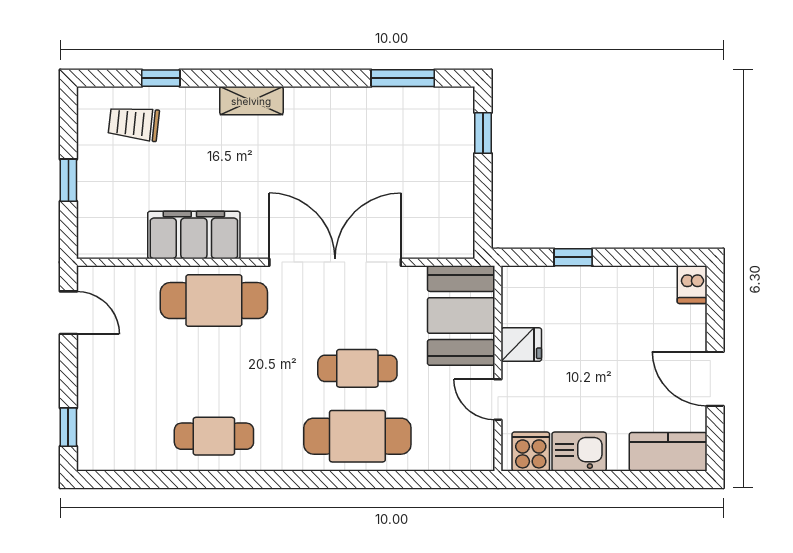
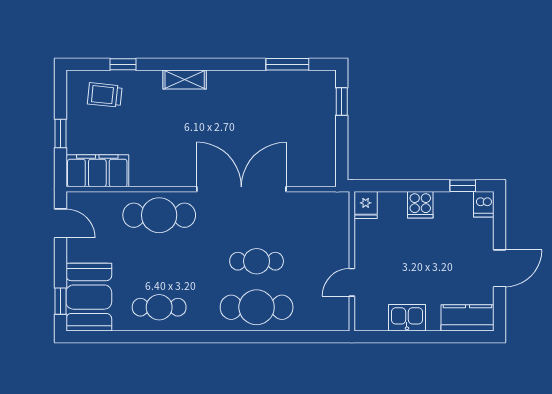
filing cabinet: (194, 235) -> (97, 171), moved
window: (573, 257) -> (463, 186), moved
booth: (461, 315) -> (89, 297), moved
fridge: (521, 345) -> (366, 205), moved, turned 90
door: (715, 379) -> (499, 268), swing flipped
door: (498, 399) -> (352, 282), hinge flipped
cooker: (531, 452) -> (420, 205), moved, turned 180

